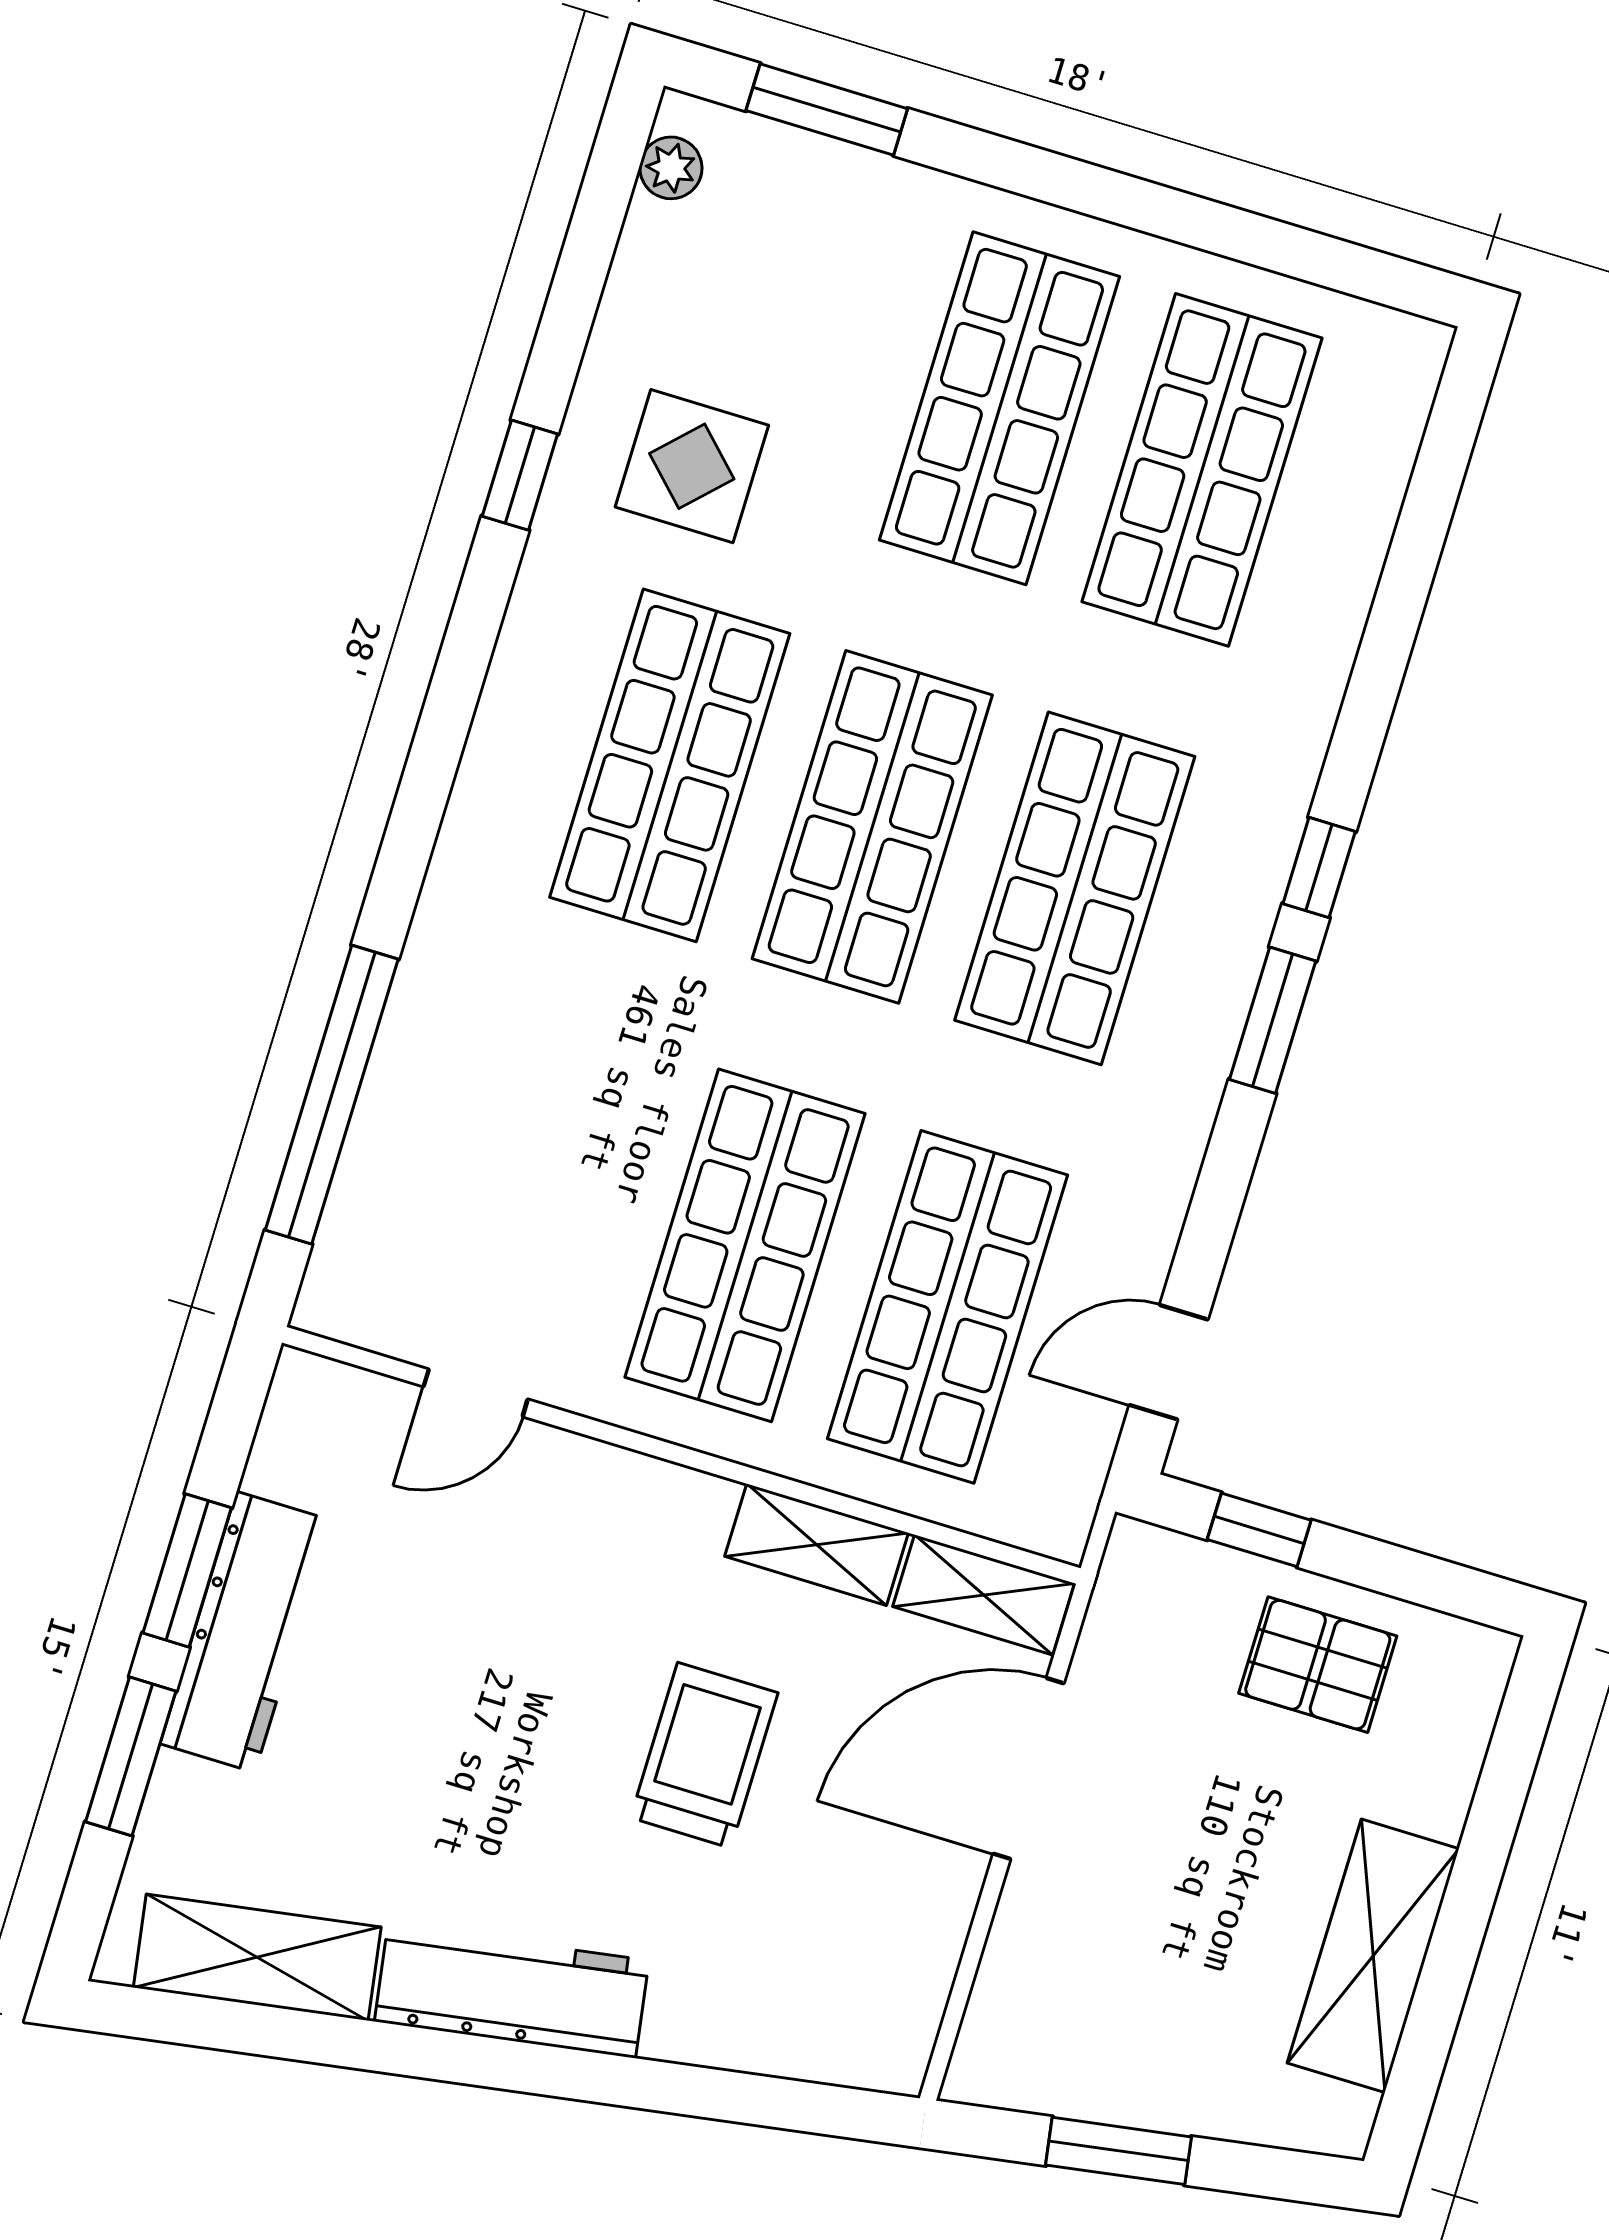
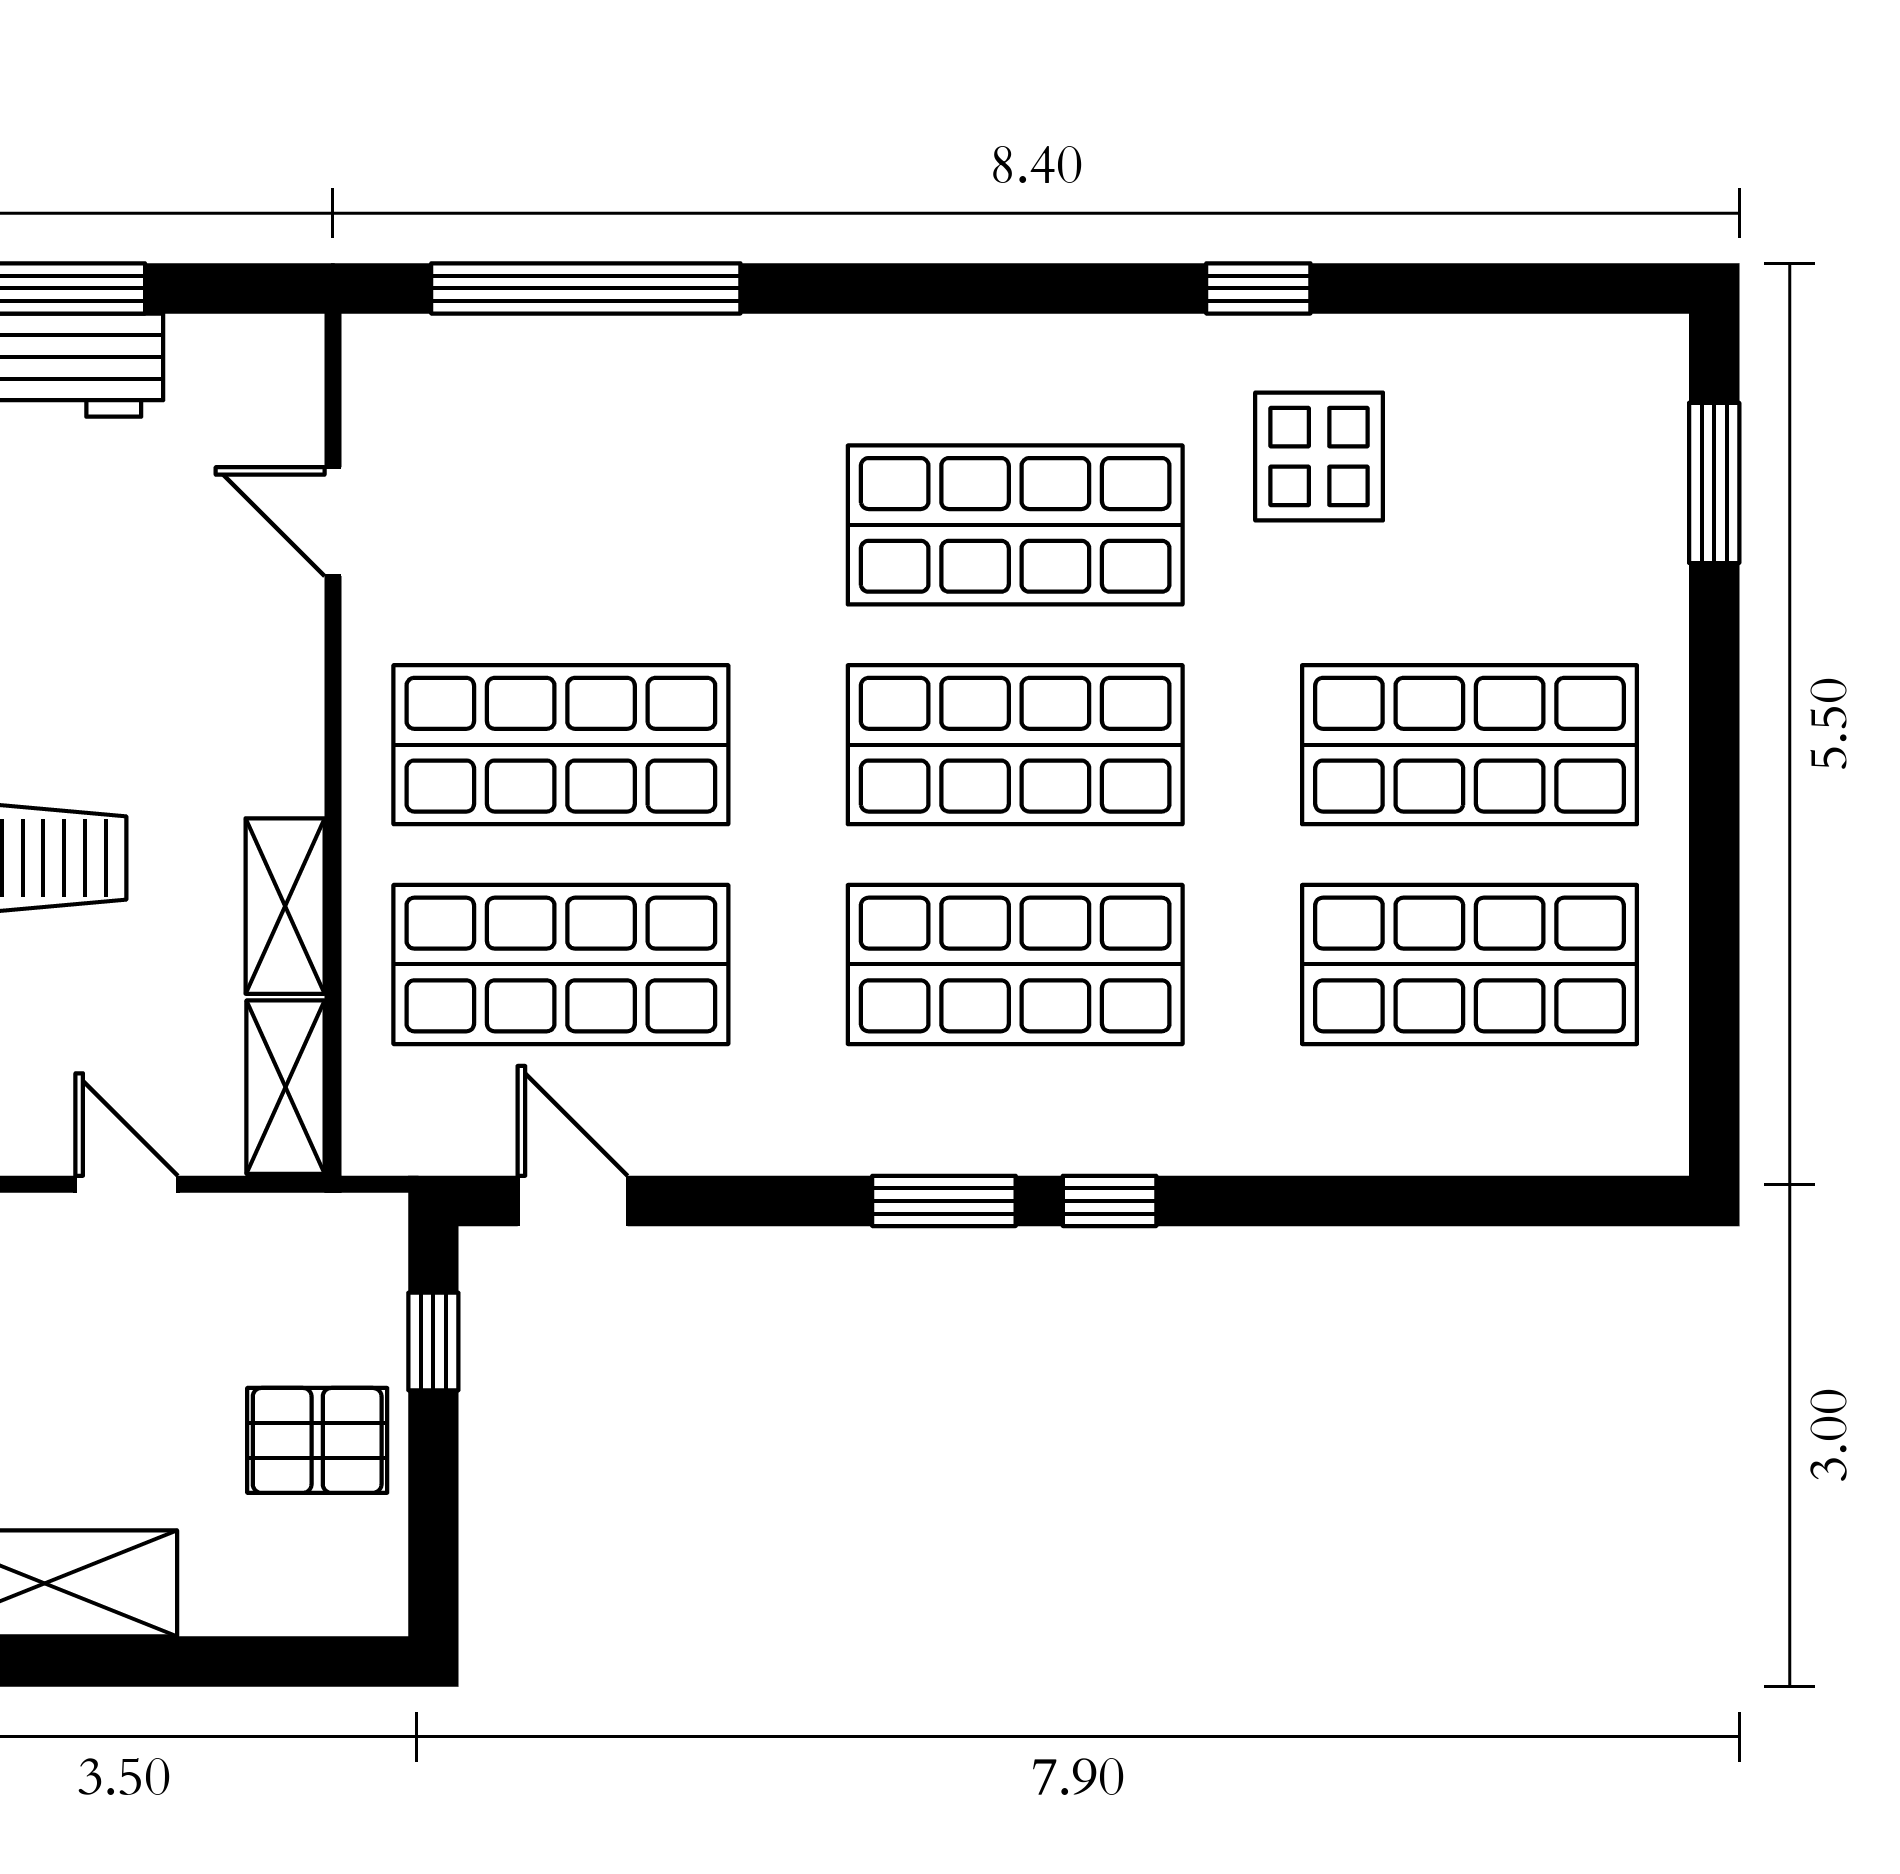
plant: (671, 168) -> (1609, 346), removed
pallet: (1318, 1665) -> (317, 1440), turned 90
door: (1028, 1768) -> (127, 1184), width x0.53

